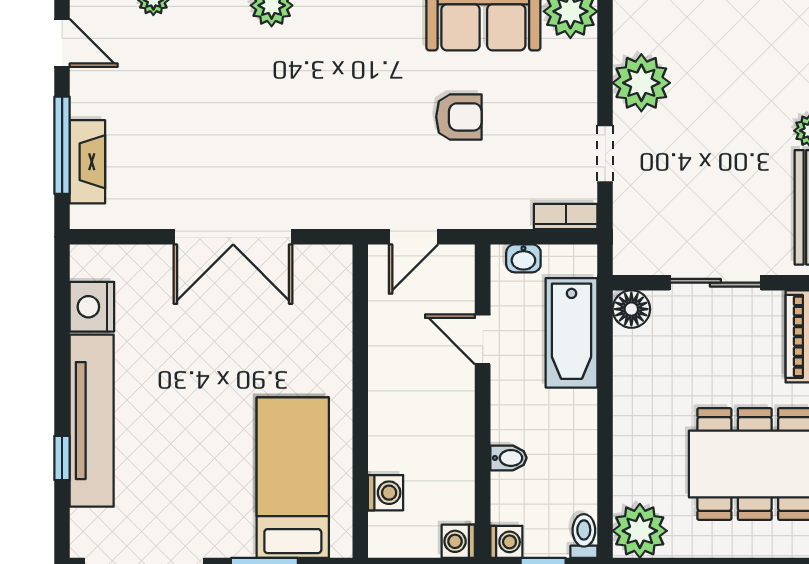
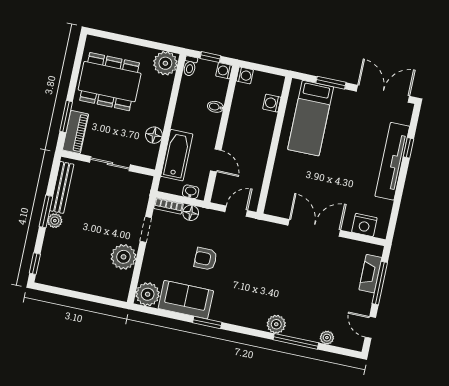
floor lamp: (513, 212) -> (191, 213), added
nightstand: (92, 307) -> (364, 225), moved, turned 90
floor lamp: (631, 309) -> (154, 135), moved

